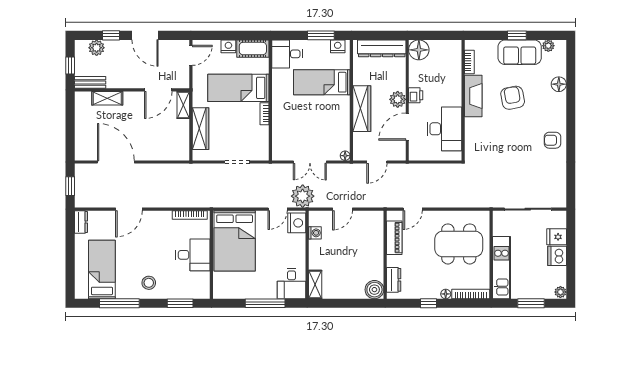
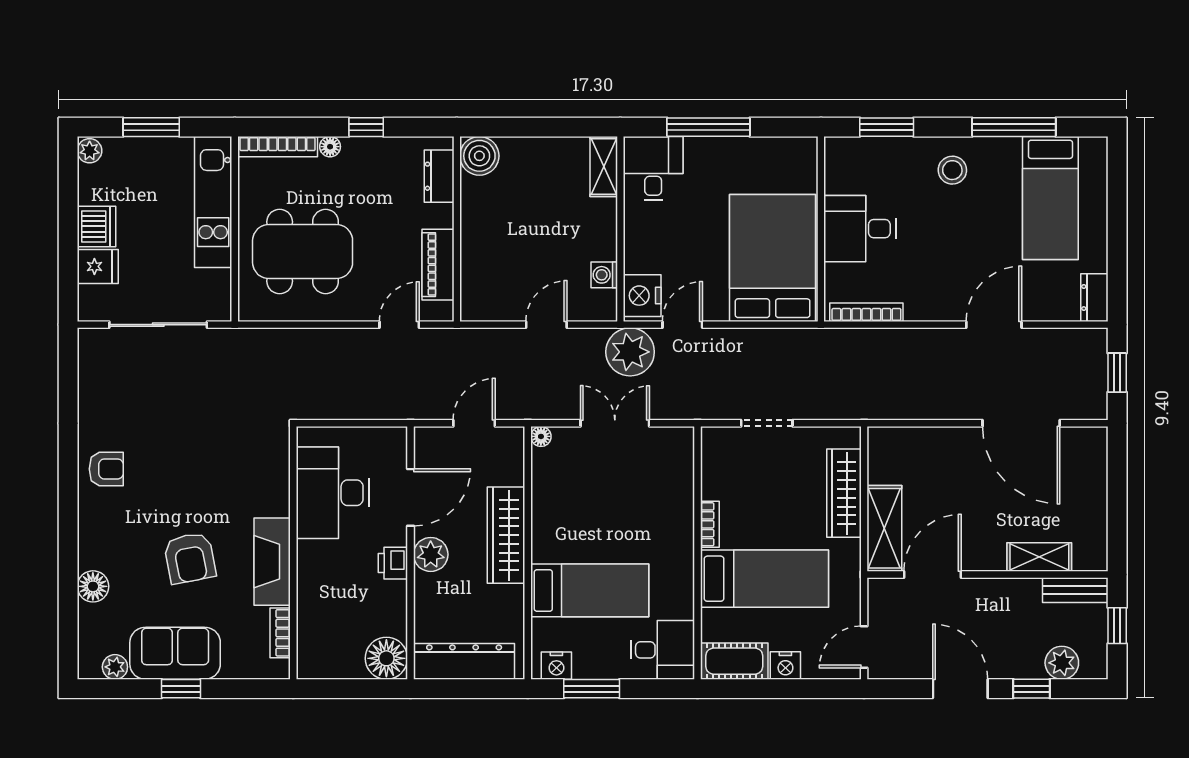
shelving: (183, 105) -> (884, 528), width x1.50, depth x1.33

